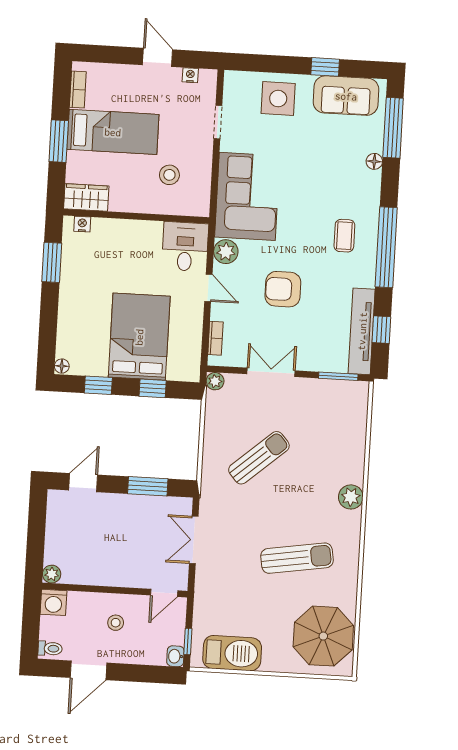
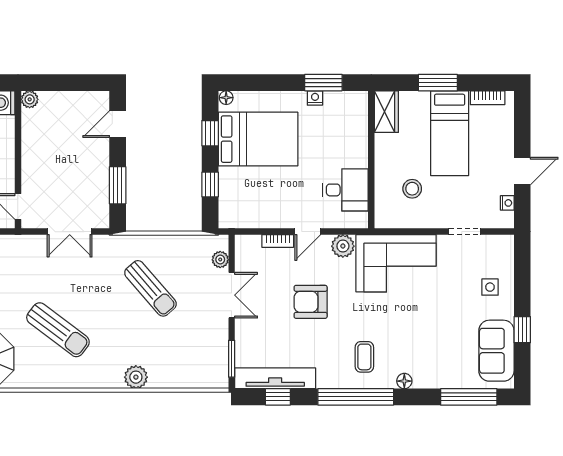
side table: (278, 99) -> (490, 287), width x0.54, depth x0.54
floor lamp: (374, 161) -> (404, 381), moved
nightstand: (82, 224) -> (315, 98), moved, turned -90
coffee table: (344, 236) -> (364, 357), turned 90
desk: (185, 247) -> (345, 190), moved
armchair: (283, 289) -> (311, 302), turned -90
bed: (139, 337) -> (258, 139), moved
bookcase: (215, 338) -> (278, 241), moved
plant: (215, 381) -> (220, 260), moved
door: (83, 483) -> (118, 124), swing flipped
plant: (351, 497) -> (136, 377), moved
double door: (194, 540) -> (70, 232), swing flipped
sun lounger: (297, 558) -> (58, 330), turned -44

